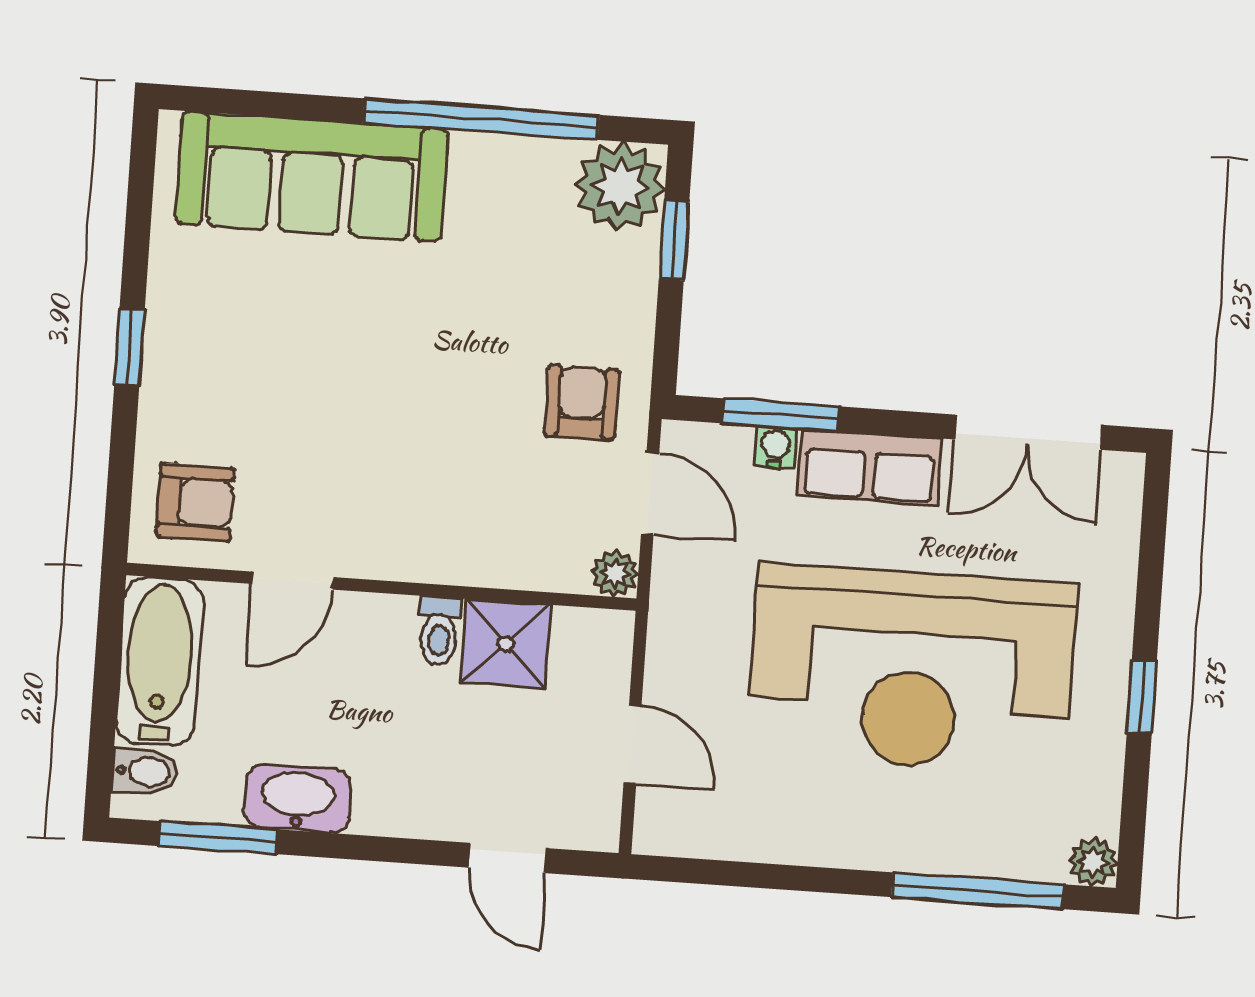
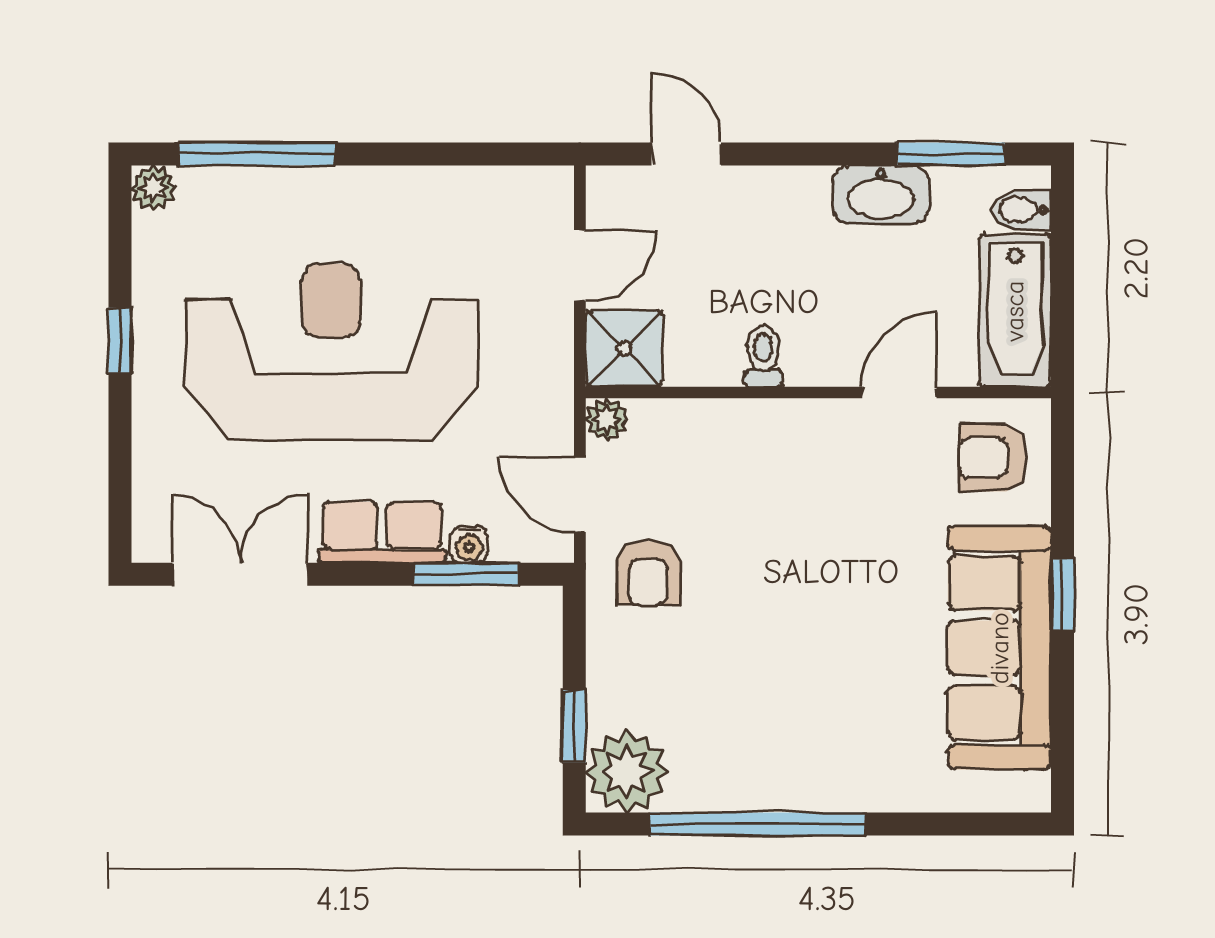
sofa: (312, 177) -> (1000, 648), moved, turned -90
shower: (506, 644) -> (624, 349), moved
door: (633, 744) -> (580, 265), swing flipped

